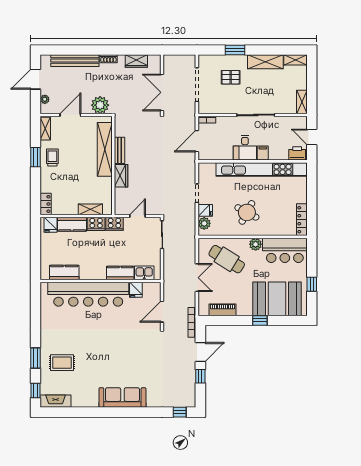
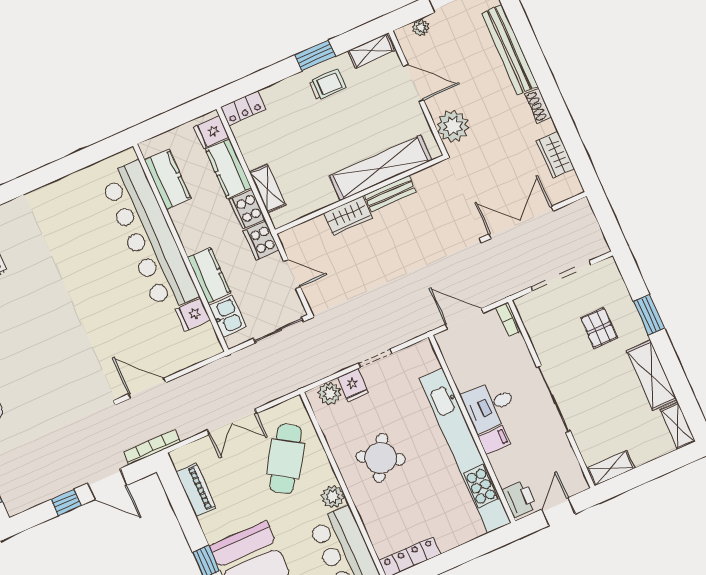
kitchen counter: (64, 273) -> (168, 179), moved
kitchen counter: (120, 273) -> (209, 275), moved
kitchen sink: (144, 273) -> (228, 316), moved
wall: (101, 281) -> (181, 248), moved
fridge: (136, 290) -> (193, 315), moved
bar counter: (88, 294) -> (149, 237), moved

